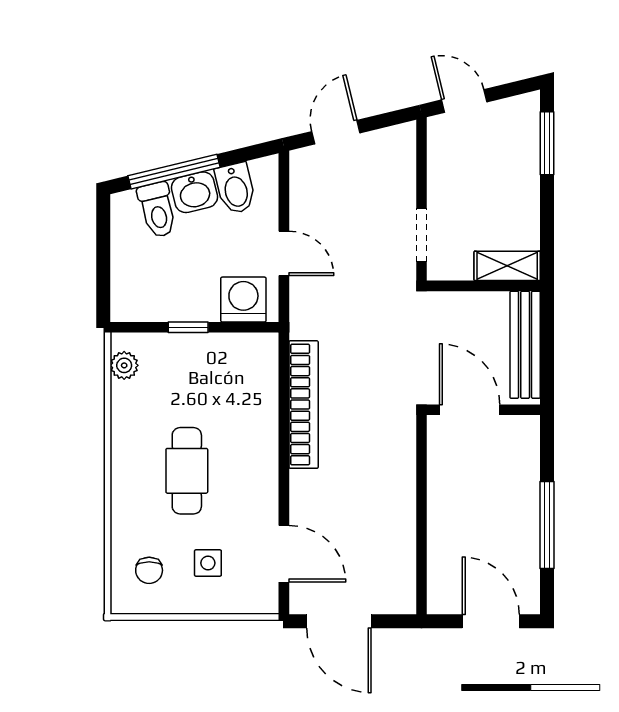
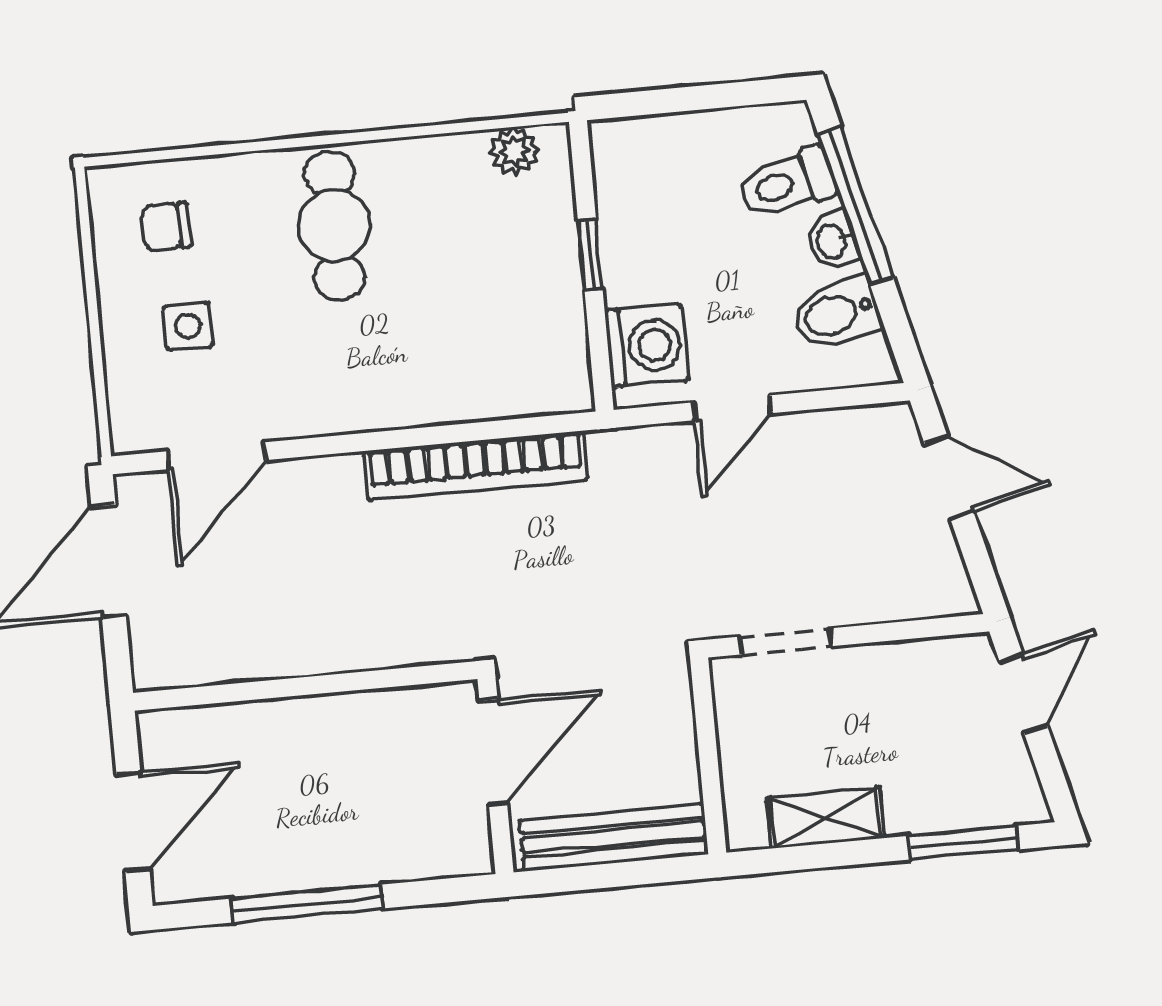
washbasin: (194, 192) -> (832, 241), width x0.72, depth x0.69
shelving: (507, 266) -> (826, 818), moved, turned 90
cafe table: (187, 471) -> (335, 226), moved, turned 90

